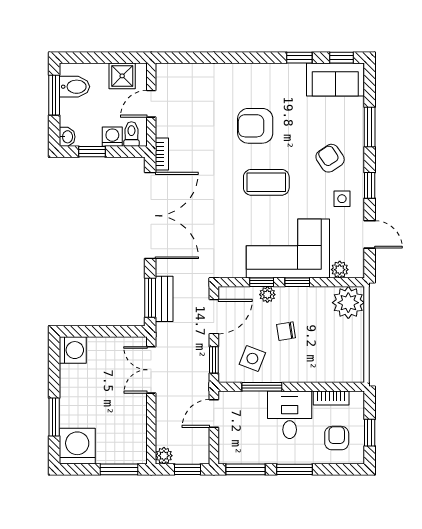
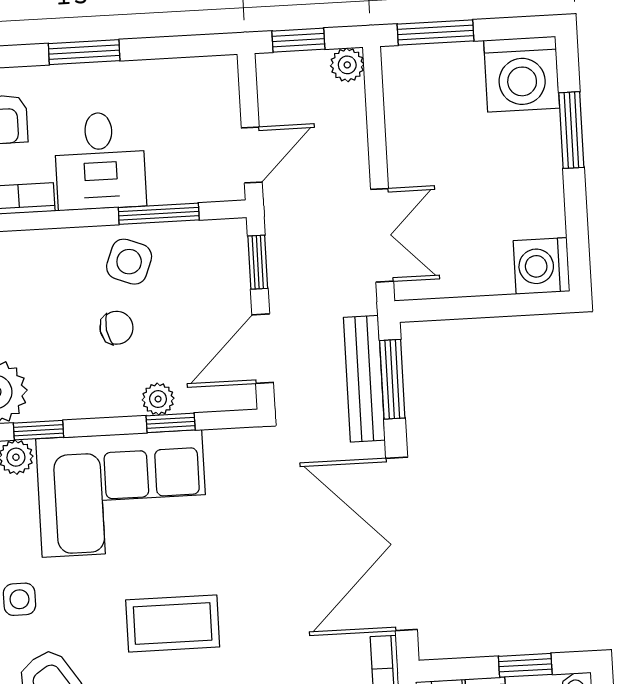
window: (297, 282) -> (38, 430), moved
bench: (164, 299) -> (364, 379), width x1.36
side table: (252, 359) -> (129, 262), moved
window: (246, 469) -> (182, 47), removed

